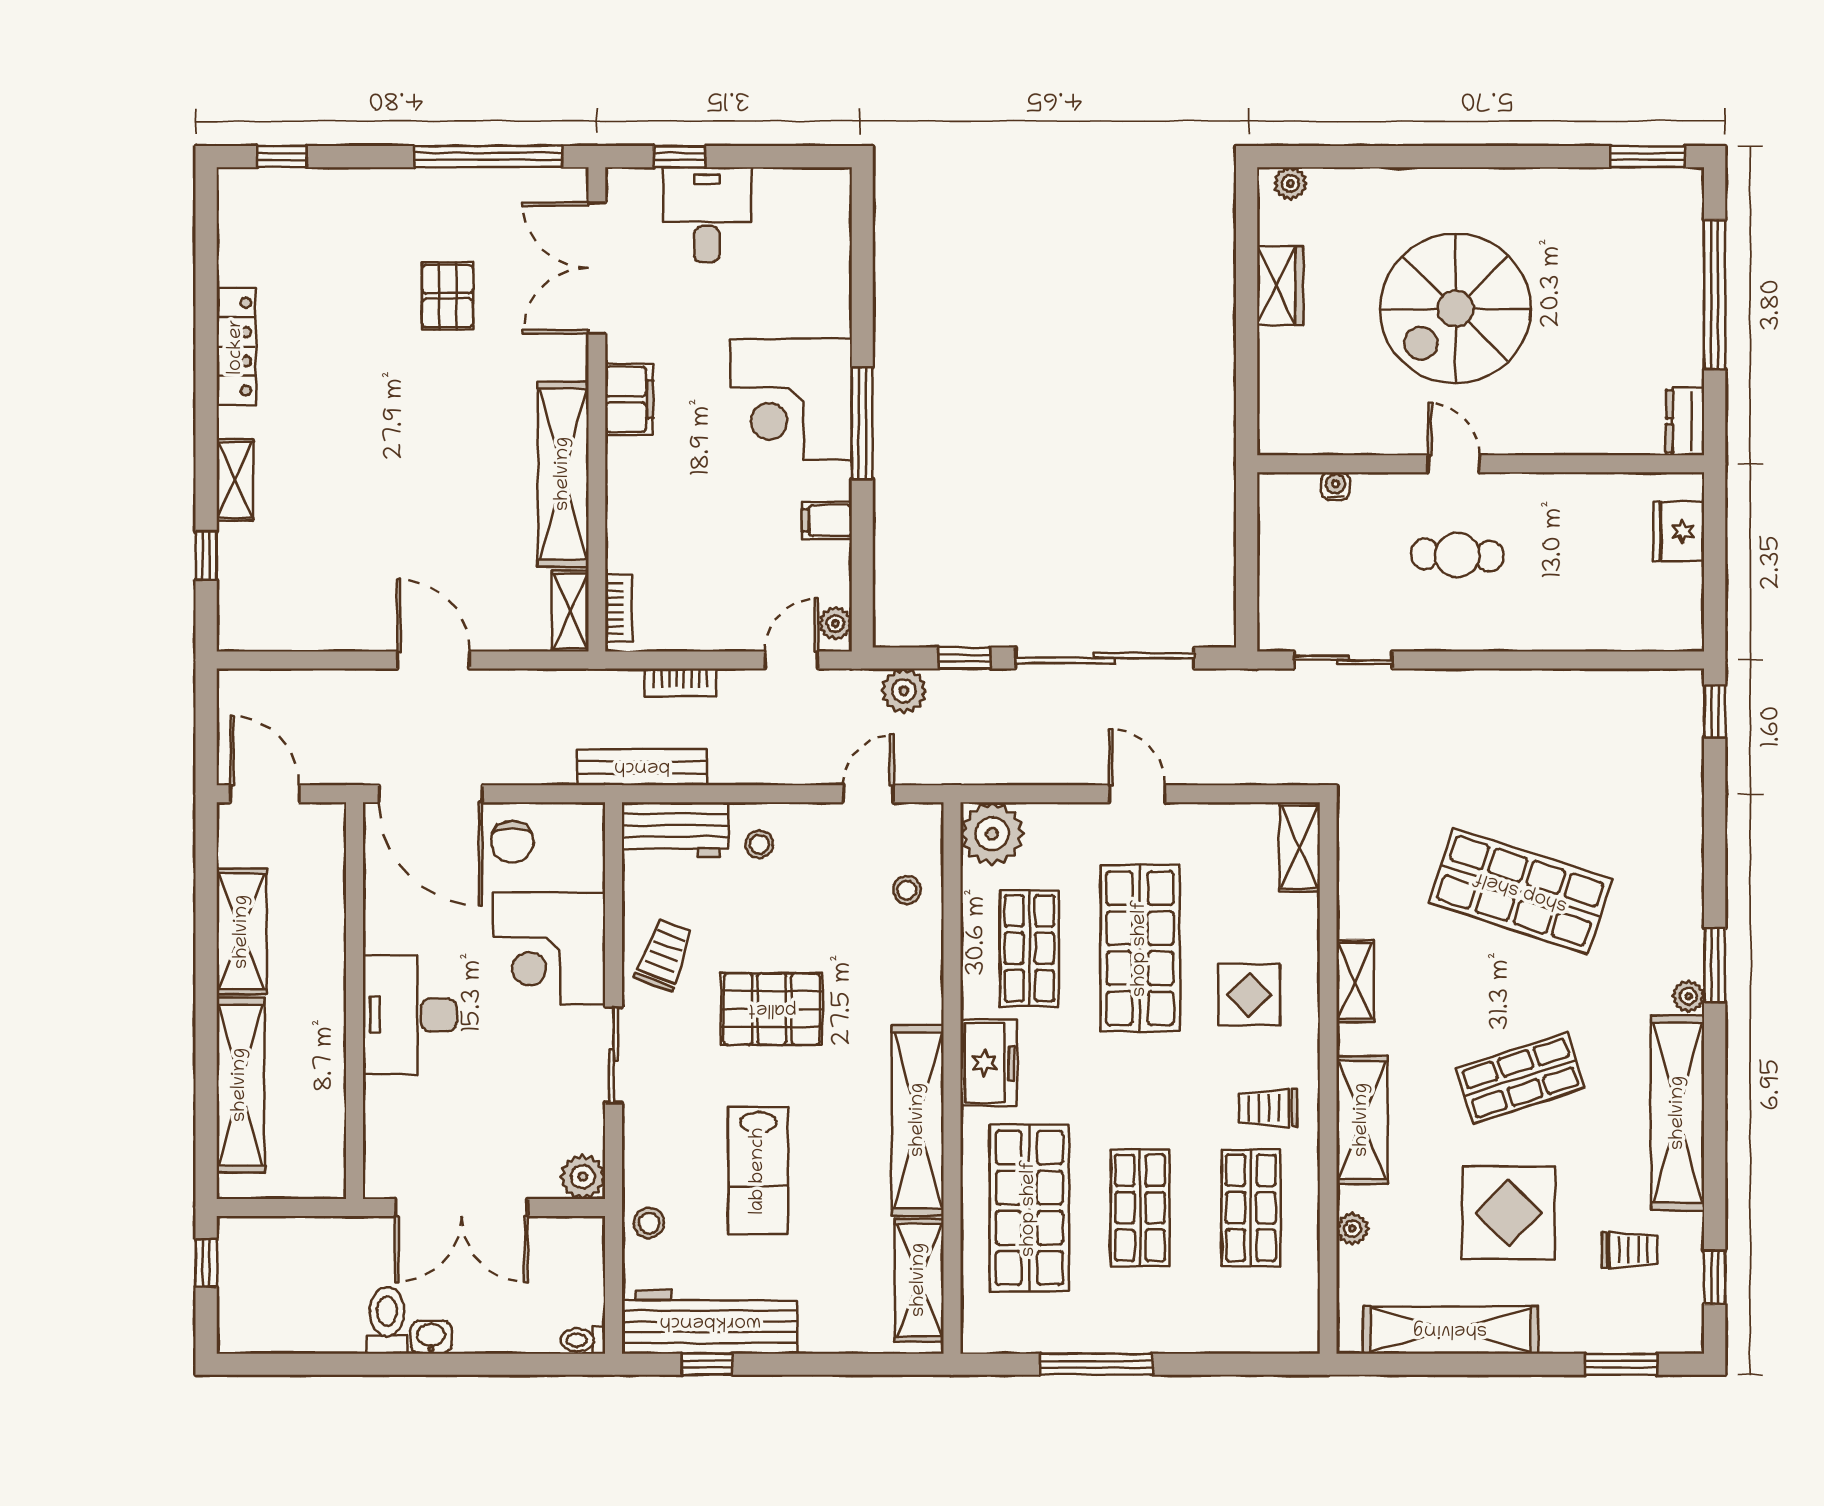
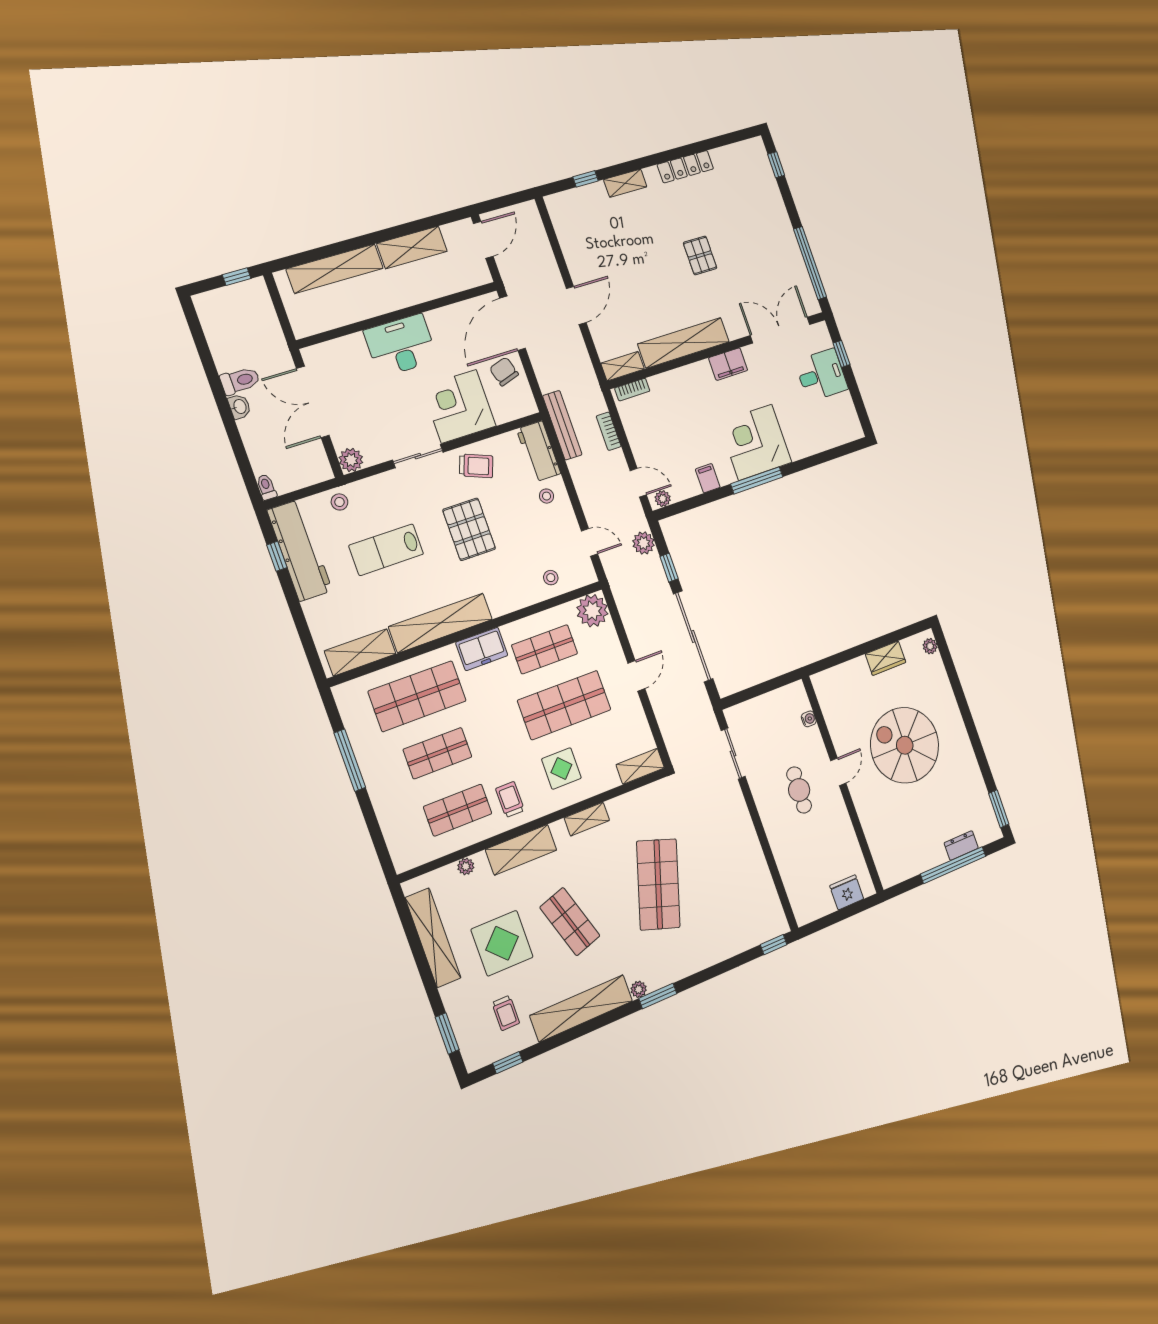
pallet: (448, 296) -> (700, 255), moved, turned 90
dresser: (1685, 421) -> (961, 845), moved
chair: (512, 842) -> (504, 371), turned 73

